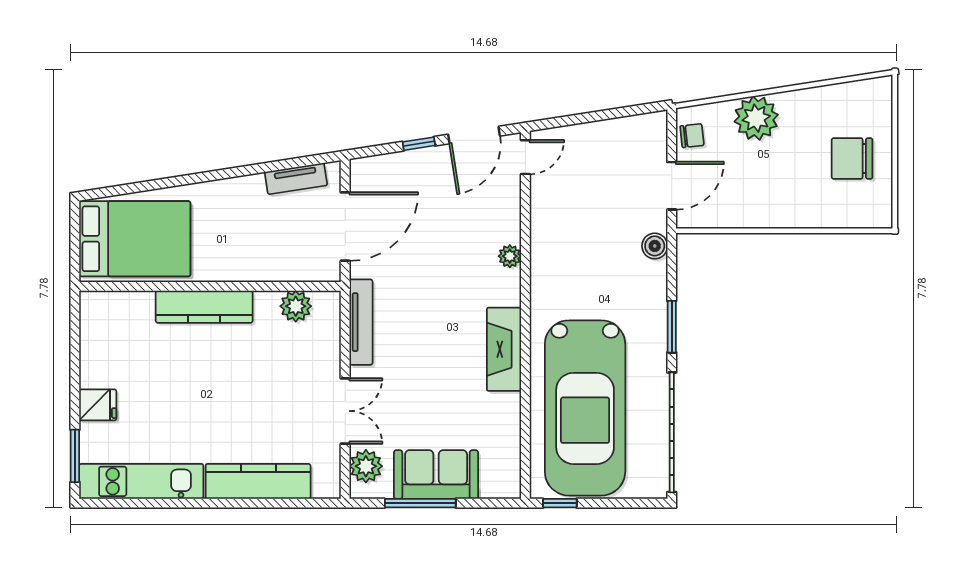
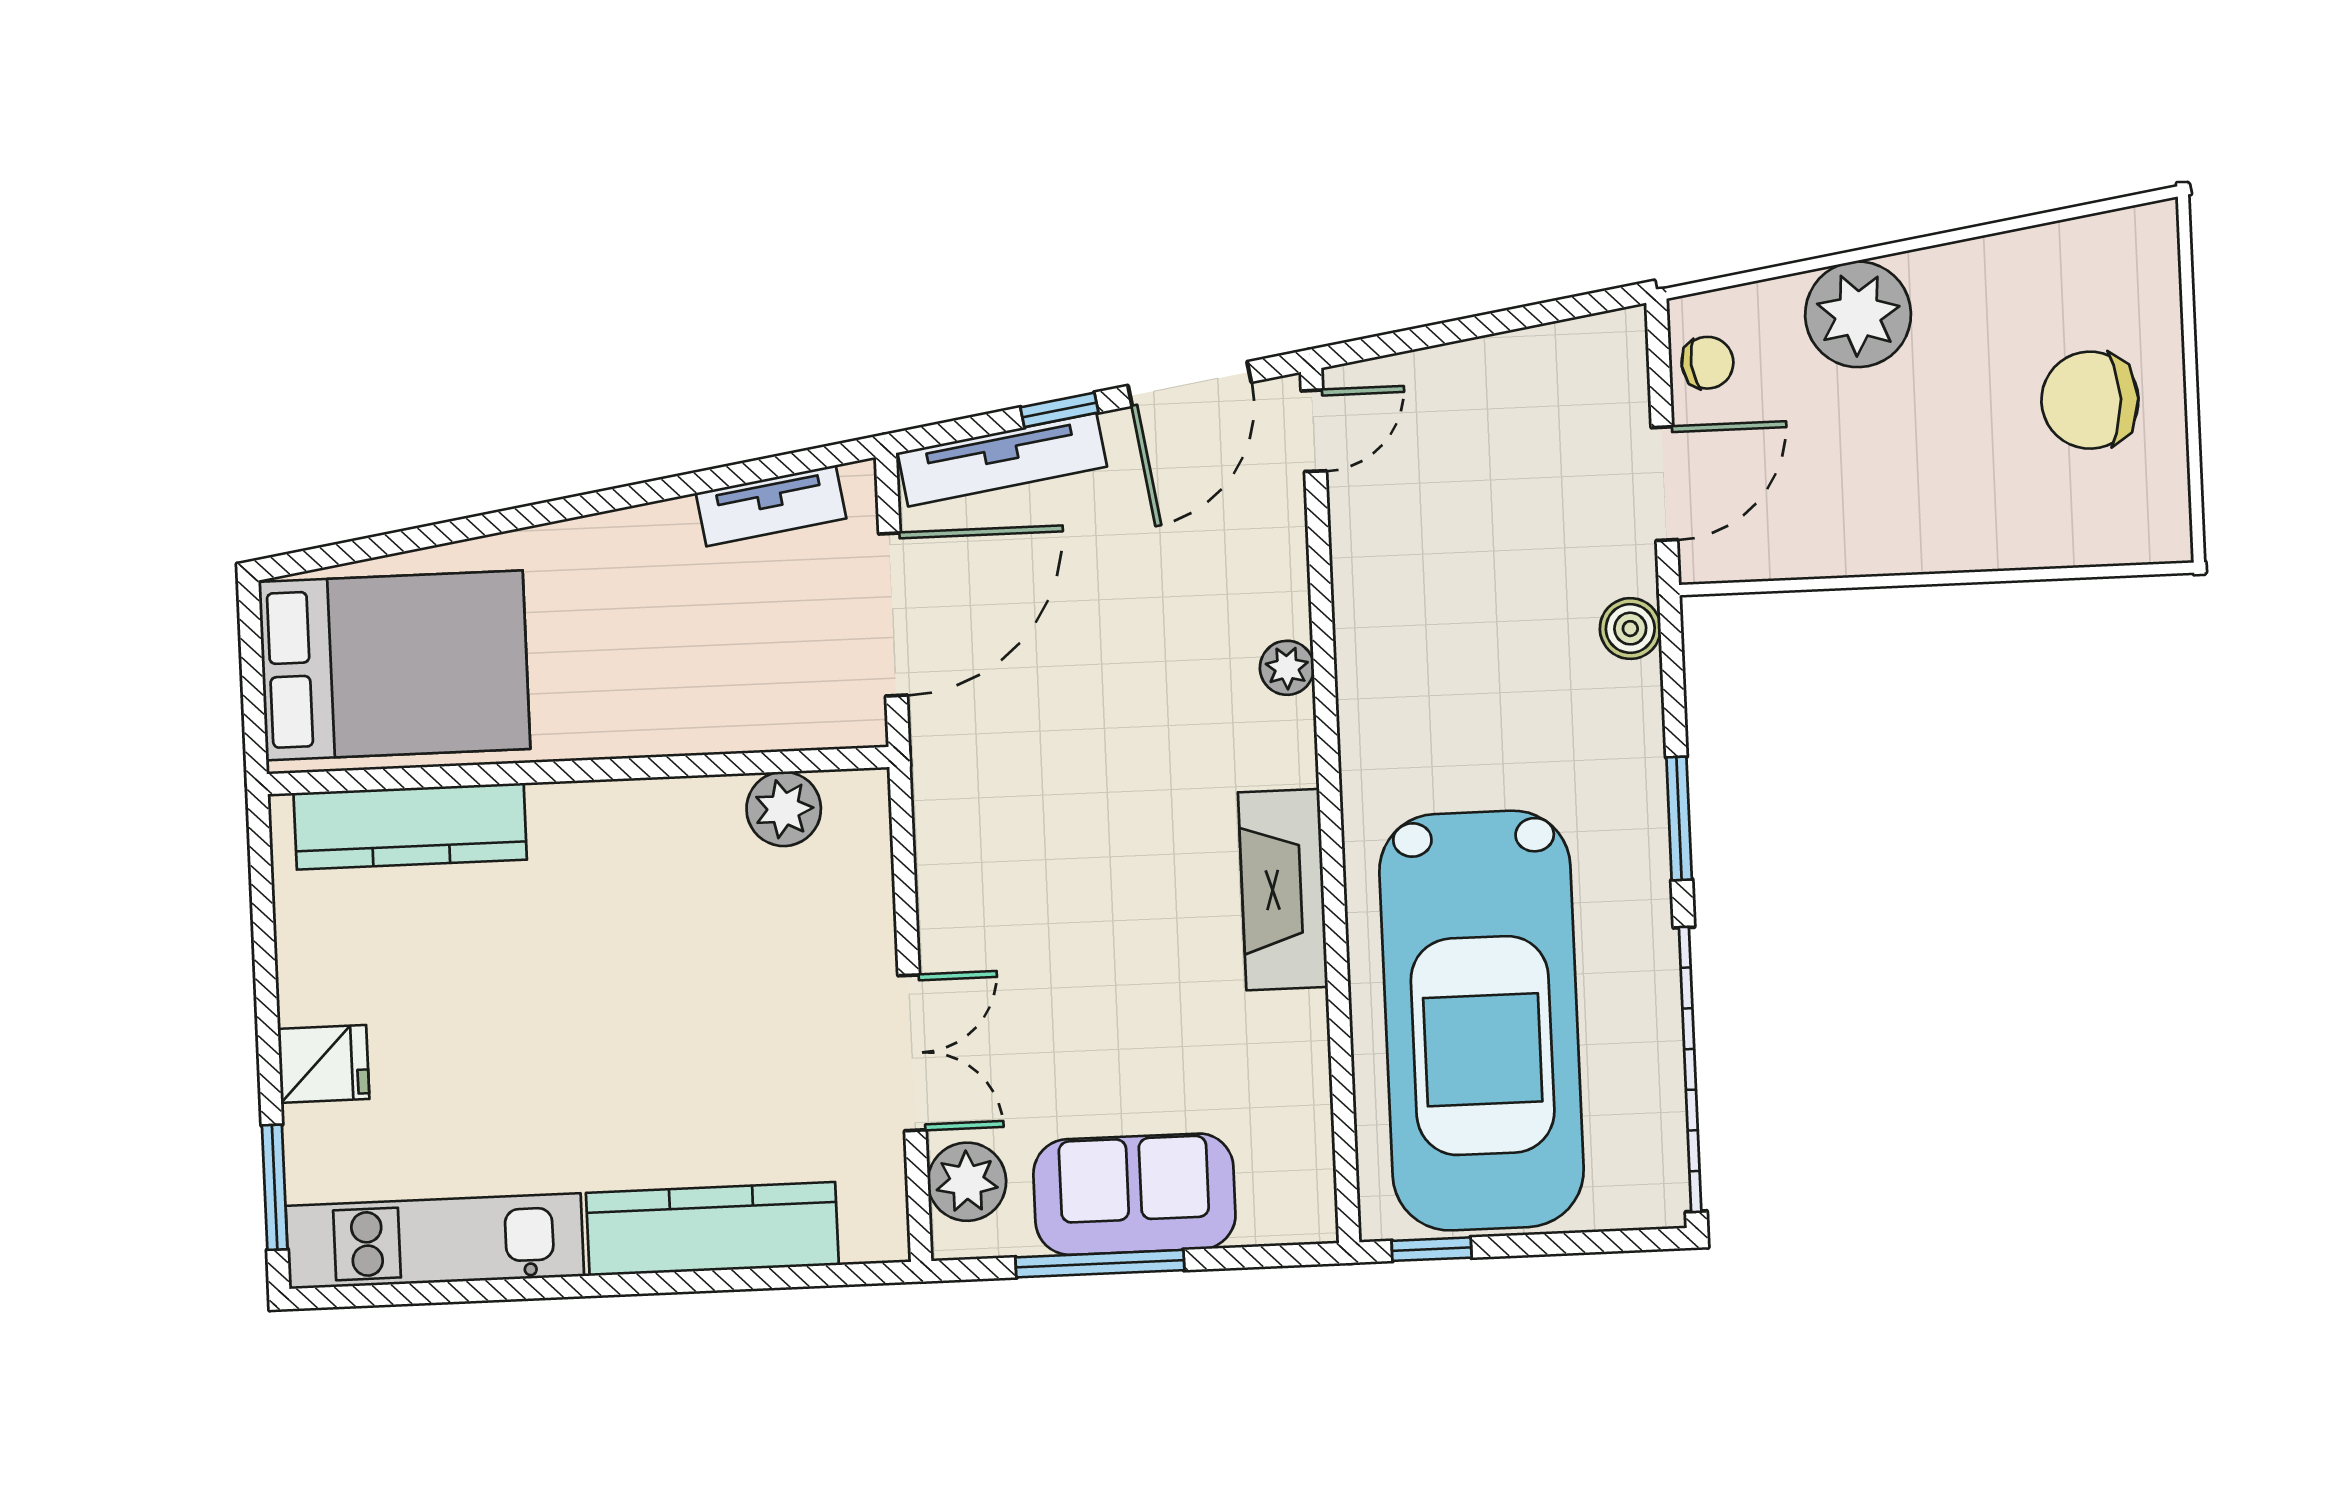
kitchen counter: (204, 307) -> (410, 826), moved
tv unit: (361, 322) -> (1002, 460), moved, turned 81

